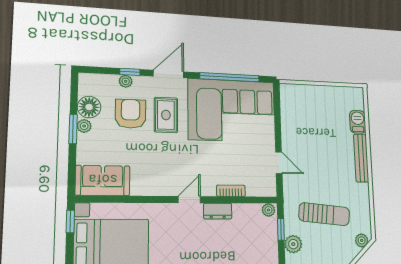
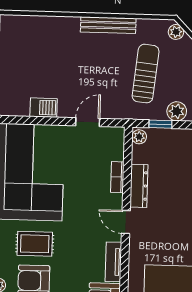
barbecue: (358, 122) -> (44, 108), moved, turned 180
bench: (361, 158) -> (108, 25), moved
tv unit: (150, 189) -> (113, 262), added
dresser: (218, 211) -> (139, 186), width x1.44

